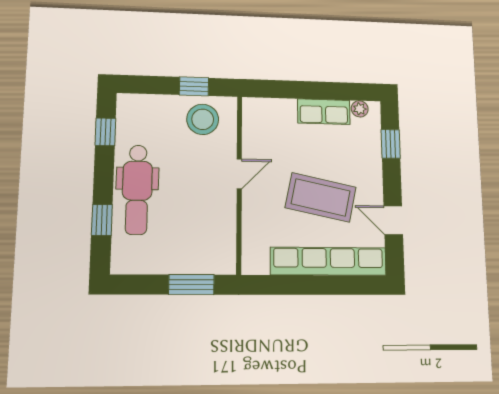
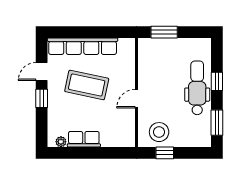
window: (105, 132) -> (217, 123), width x1.50
window: (391, 144) -> (42, 98), moved
window: (102, 220) -> (217, 81), moved
door: (393, 220) -> (42, 71), swing flipped

